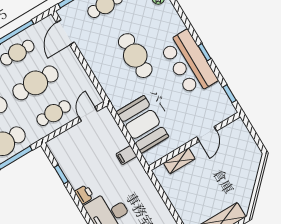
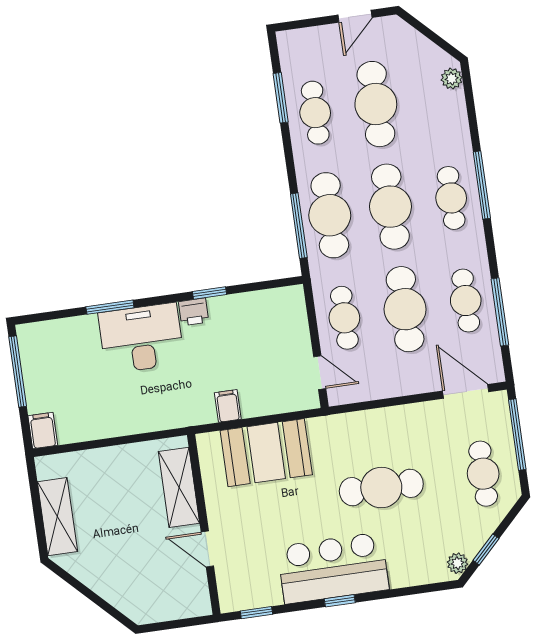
shelving: (179, 161) -> (179, 487), width x1.50, depth x1.33
window: (61, 174) -> (209, 293), moved

